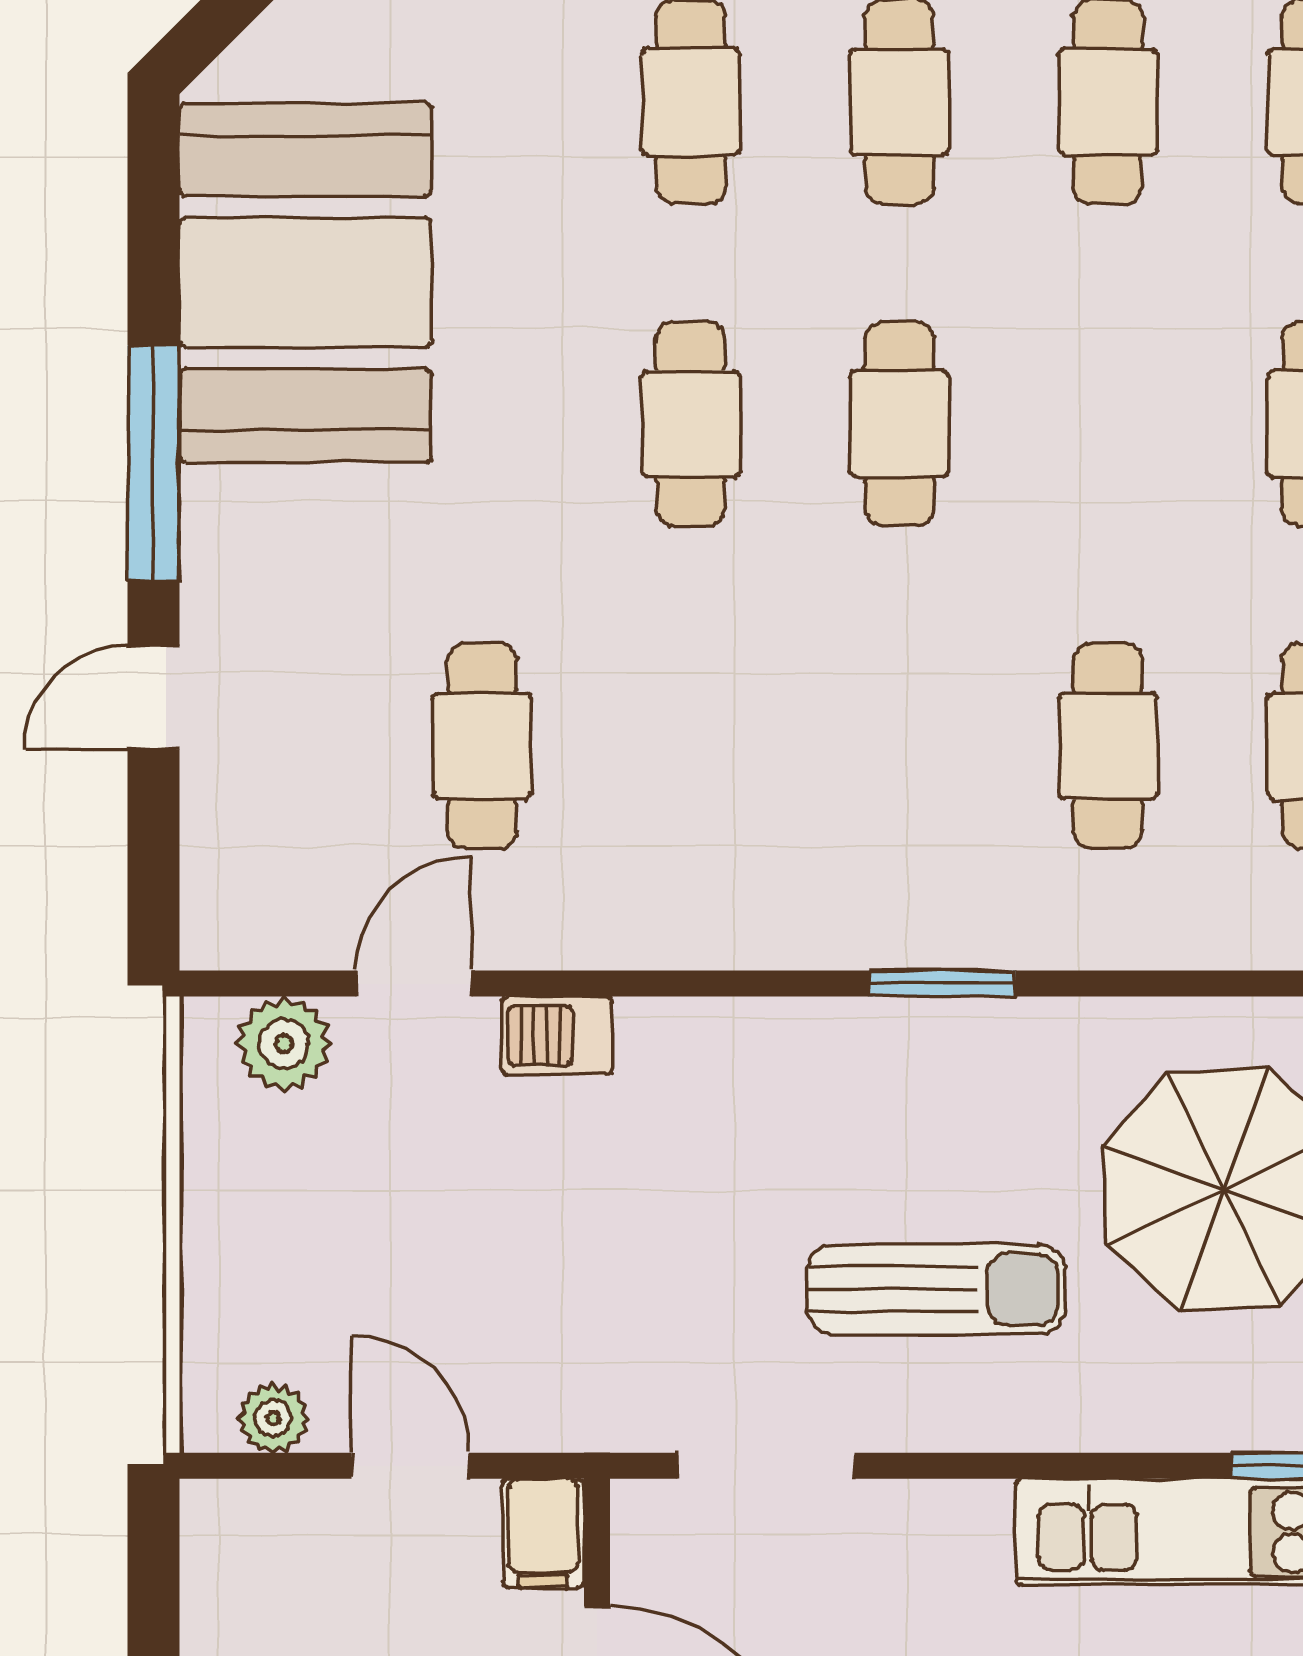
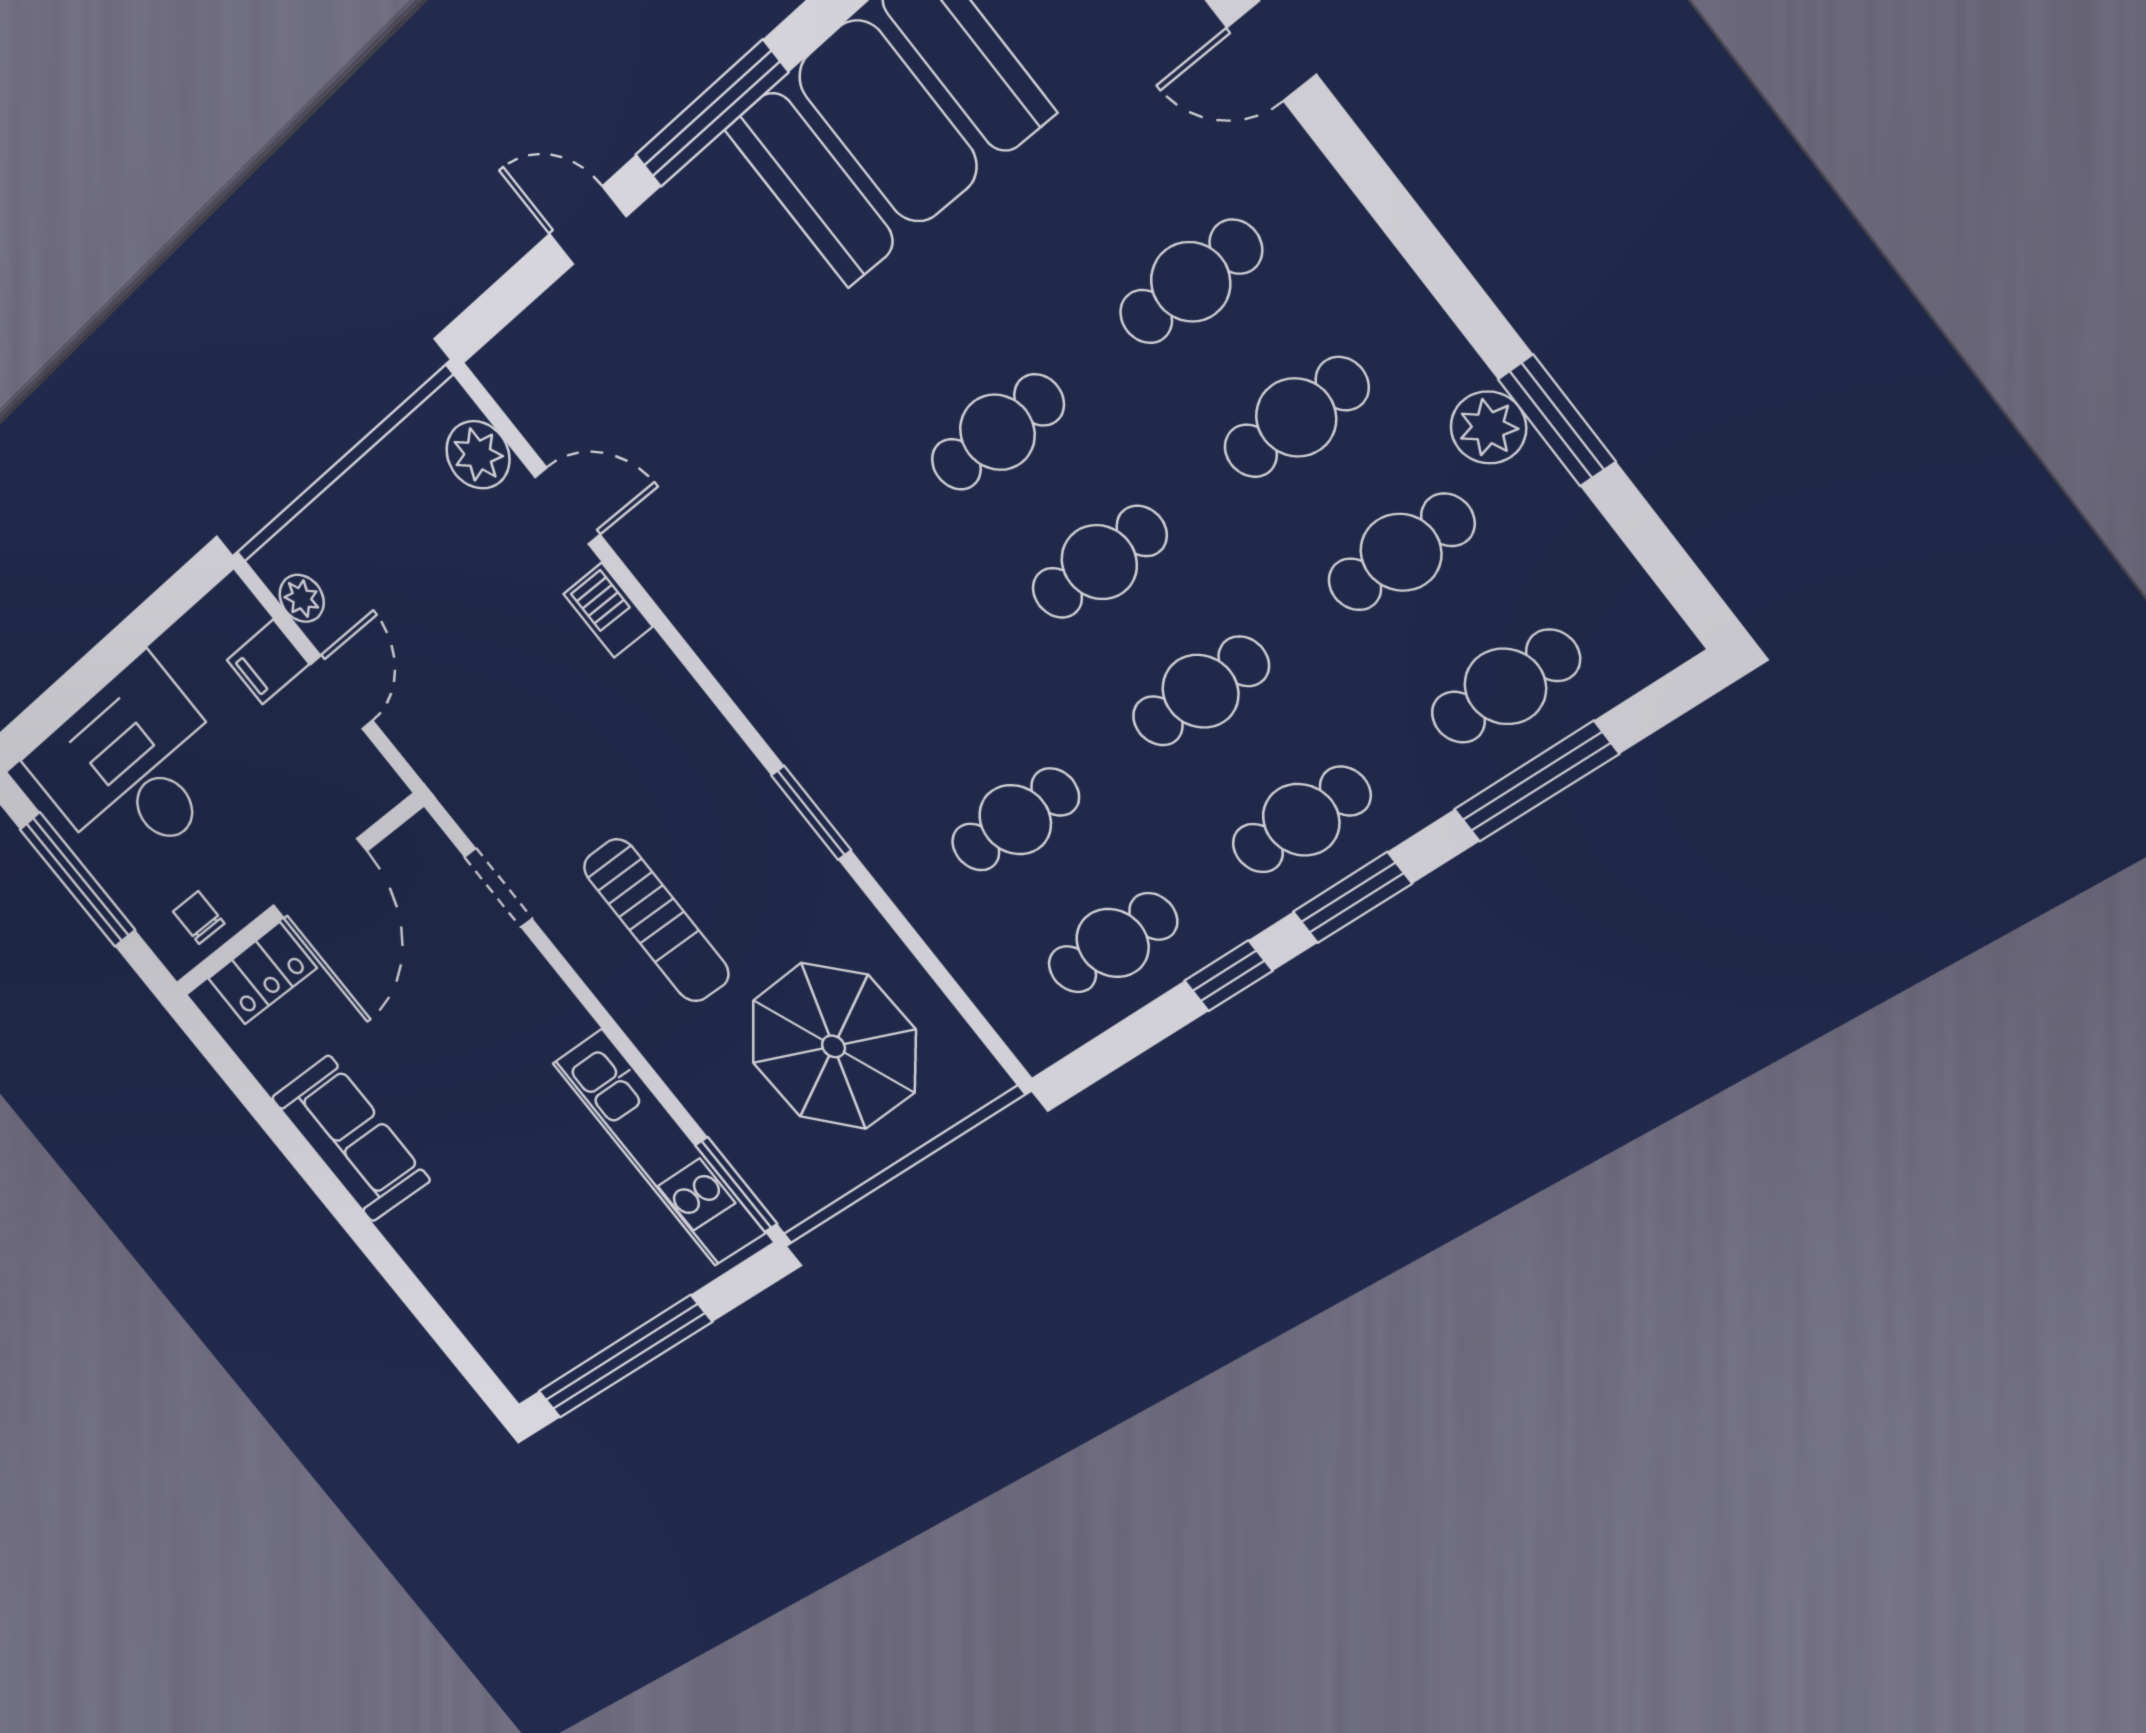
cafe table: (482, 746) -> (1200, 691), moved
doorway: (766, 1466) -> (498, 888), width x0.73
filing cabinet: (543, 1533) -> (268, 662), moved

